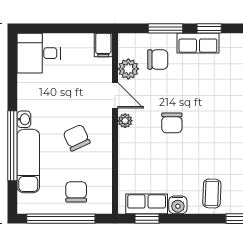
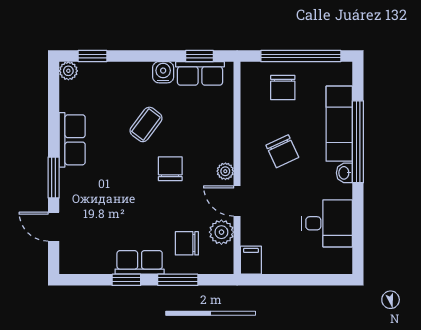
desk: (39, 53) -> (327, 223), moved
coffee table: (212, 193) -> (146, 124), moved, turned 35

